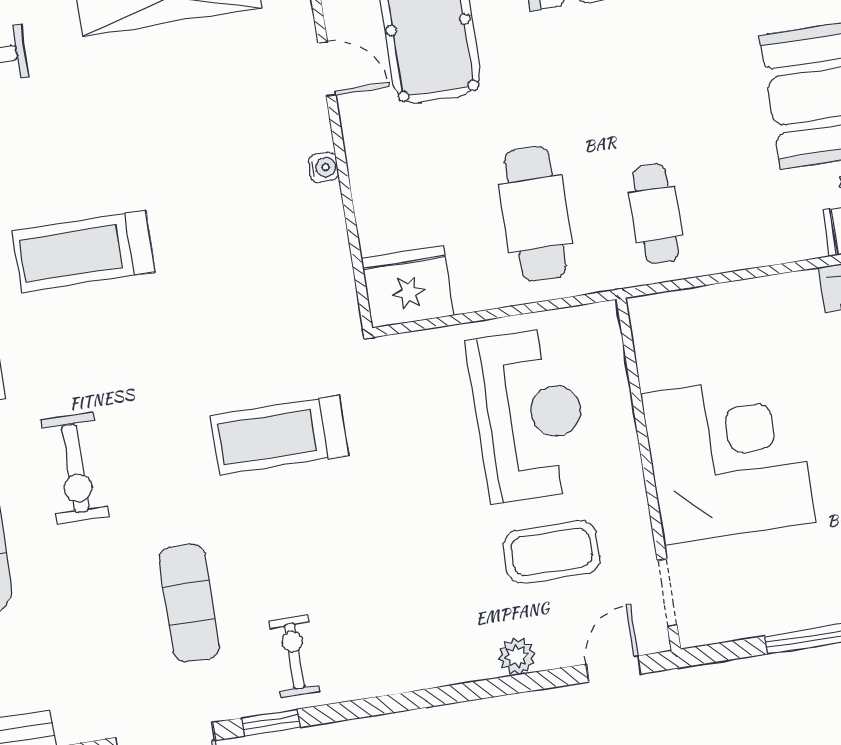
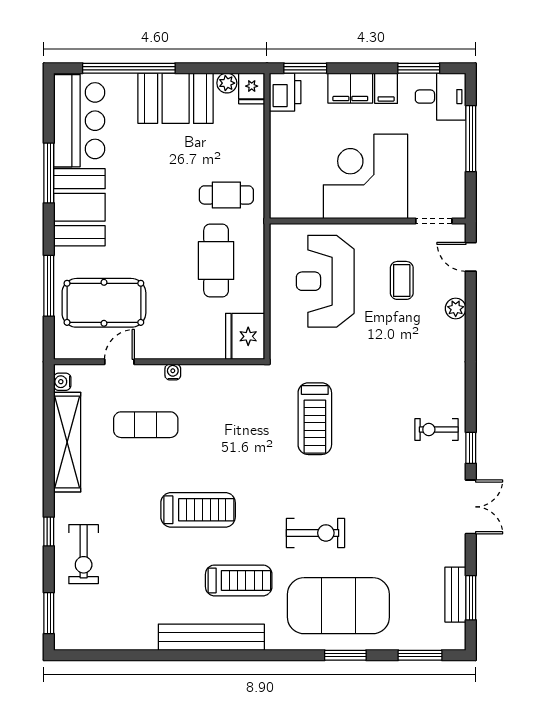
cafe table: (535, 214) -> (216, 261), turned 90
treadmill: (84, 251) -> (198, 510), turned -90
reception desk: (529, 415) -> (325, 281), turned -90
coffee table: (552, 552) -> (402, 280), width x0.73, depth x0.77
exercise mat: (189, 603) -> (146, 425), moved

